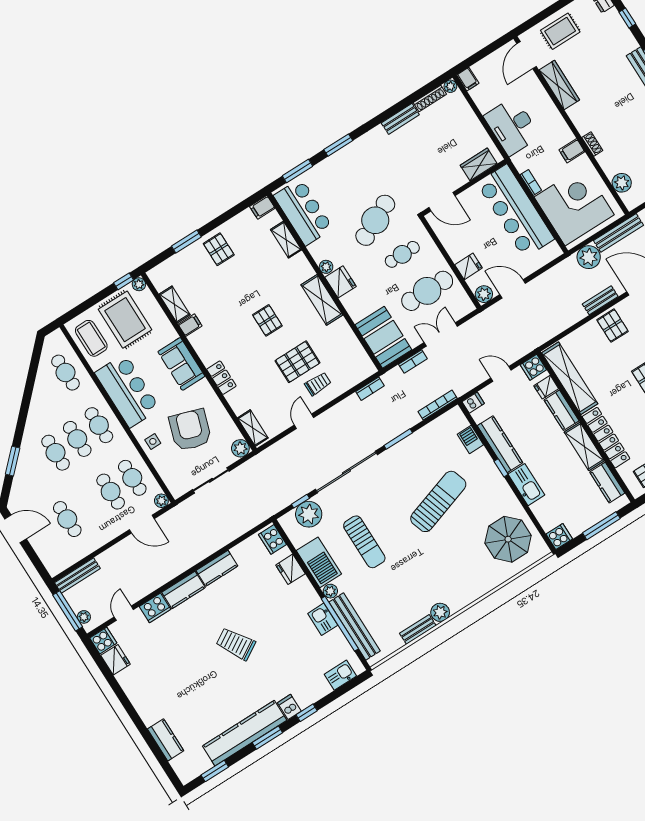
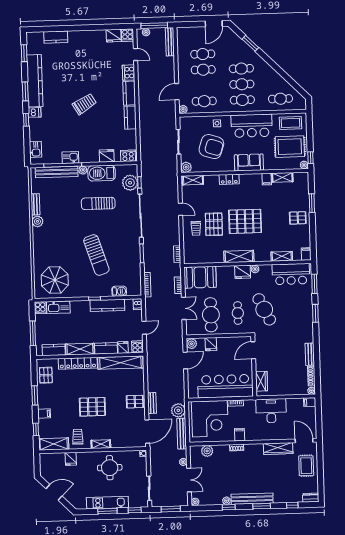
pallet: (267, 320) -> (245, 221), width x2.05, depth x2.00
kitchen sink: (526, 485) -> (58, 307), moved
cafe table: (111, 492) -> (203, 70), moved

